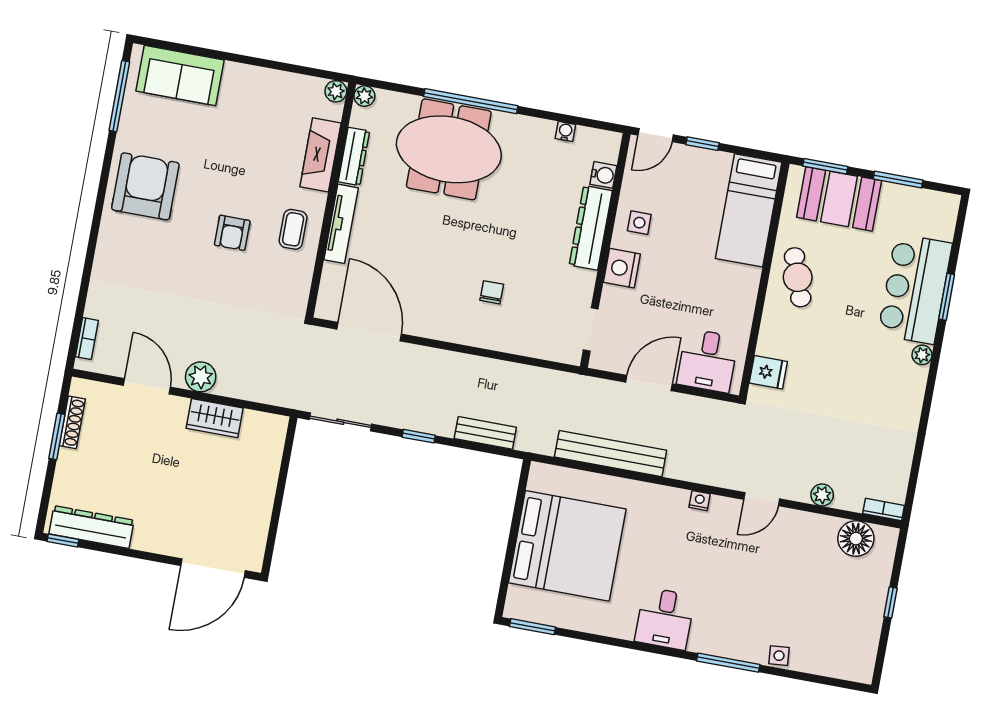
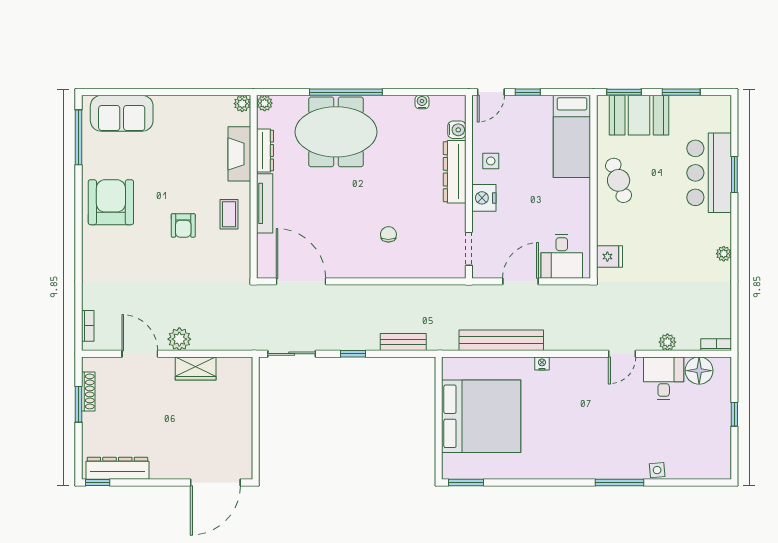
plant: (922, 355) -> (724, 254), moved
nightstand: (700, 501) -> (542, 363), moved
desk: (665, 619) -> (664, 378), moved, turned 180

